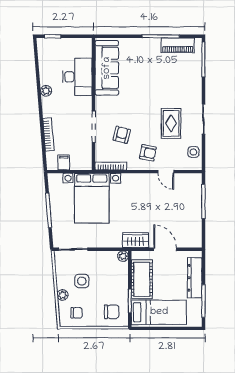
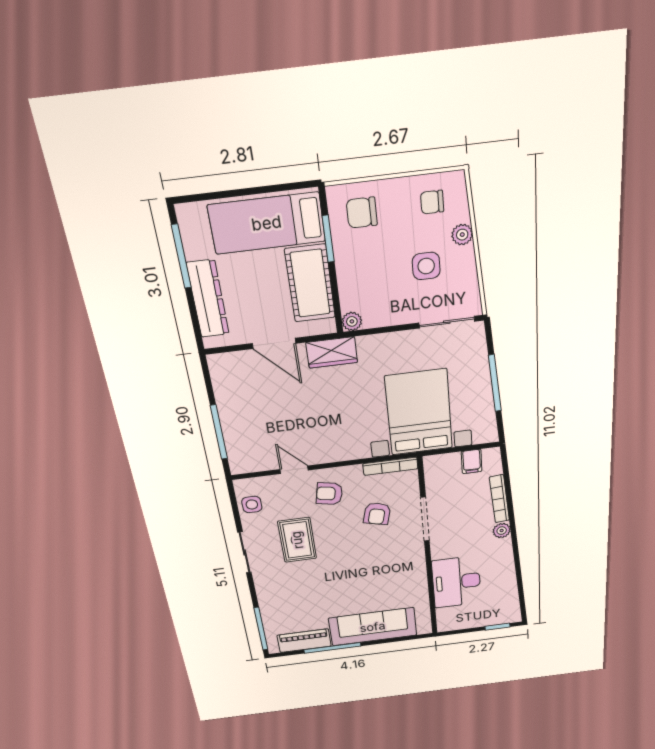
sofa: (107, 68) -> (373, 627), moved, turned 90
plant: (46, 91) -> (502, 531), moved

